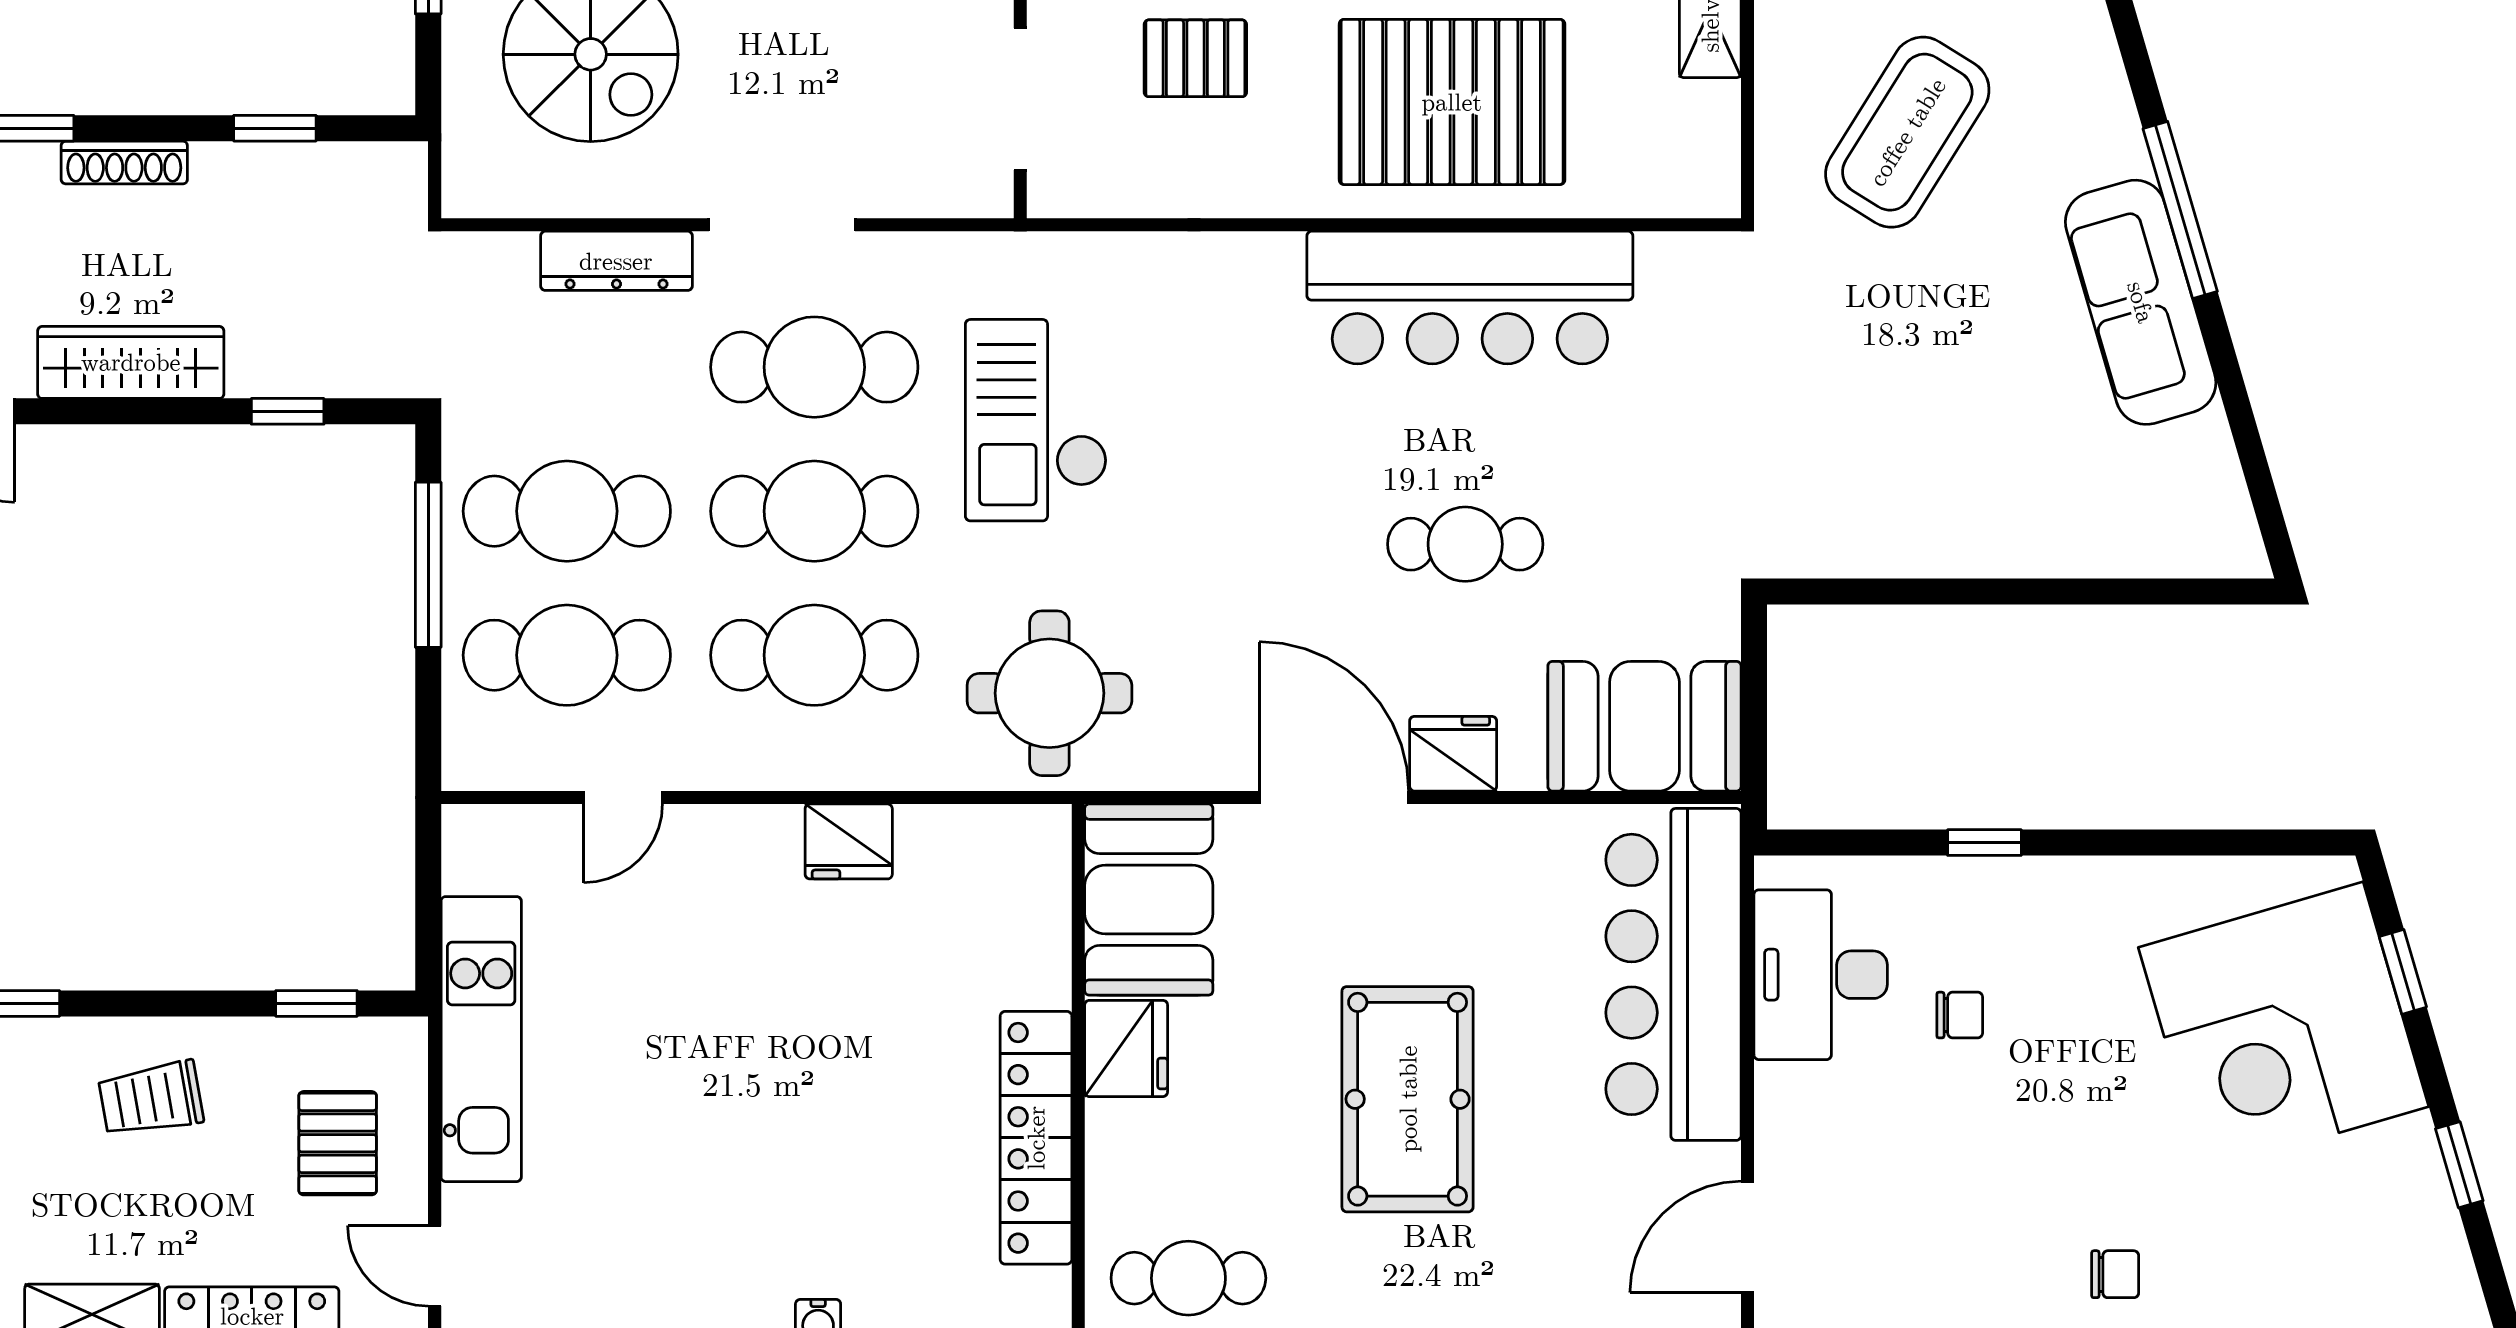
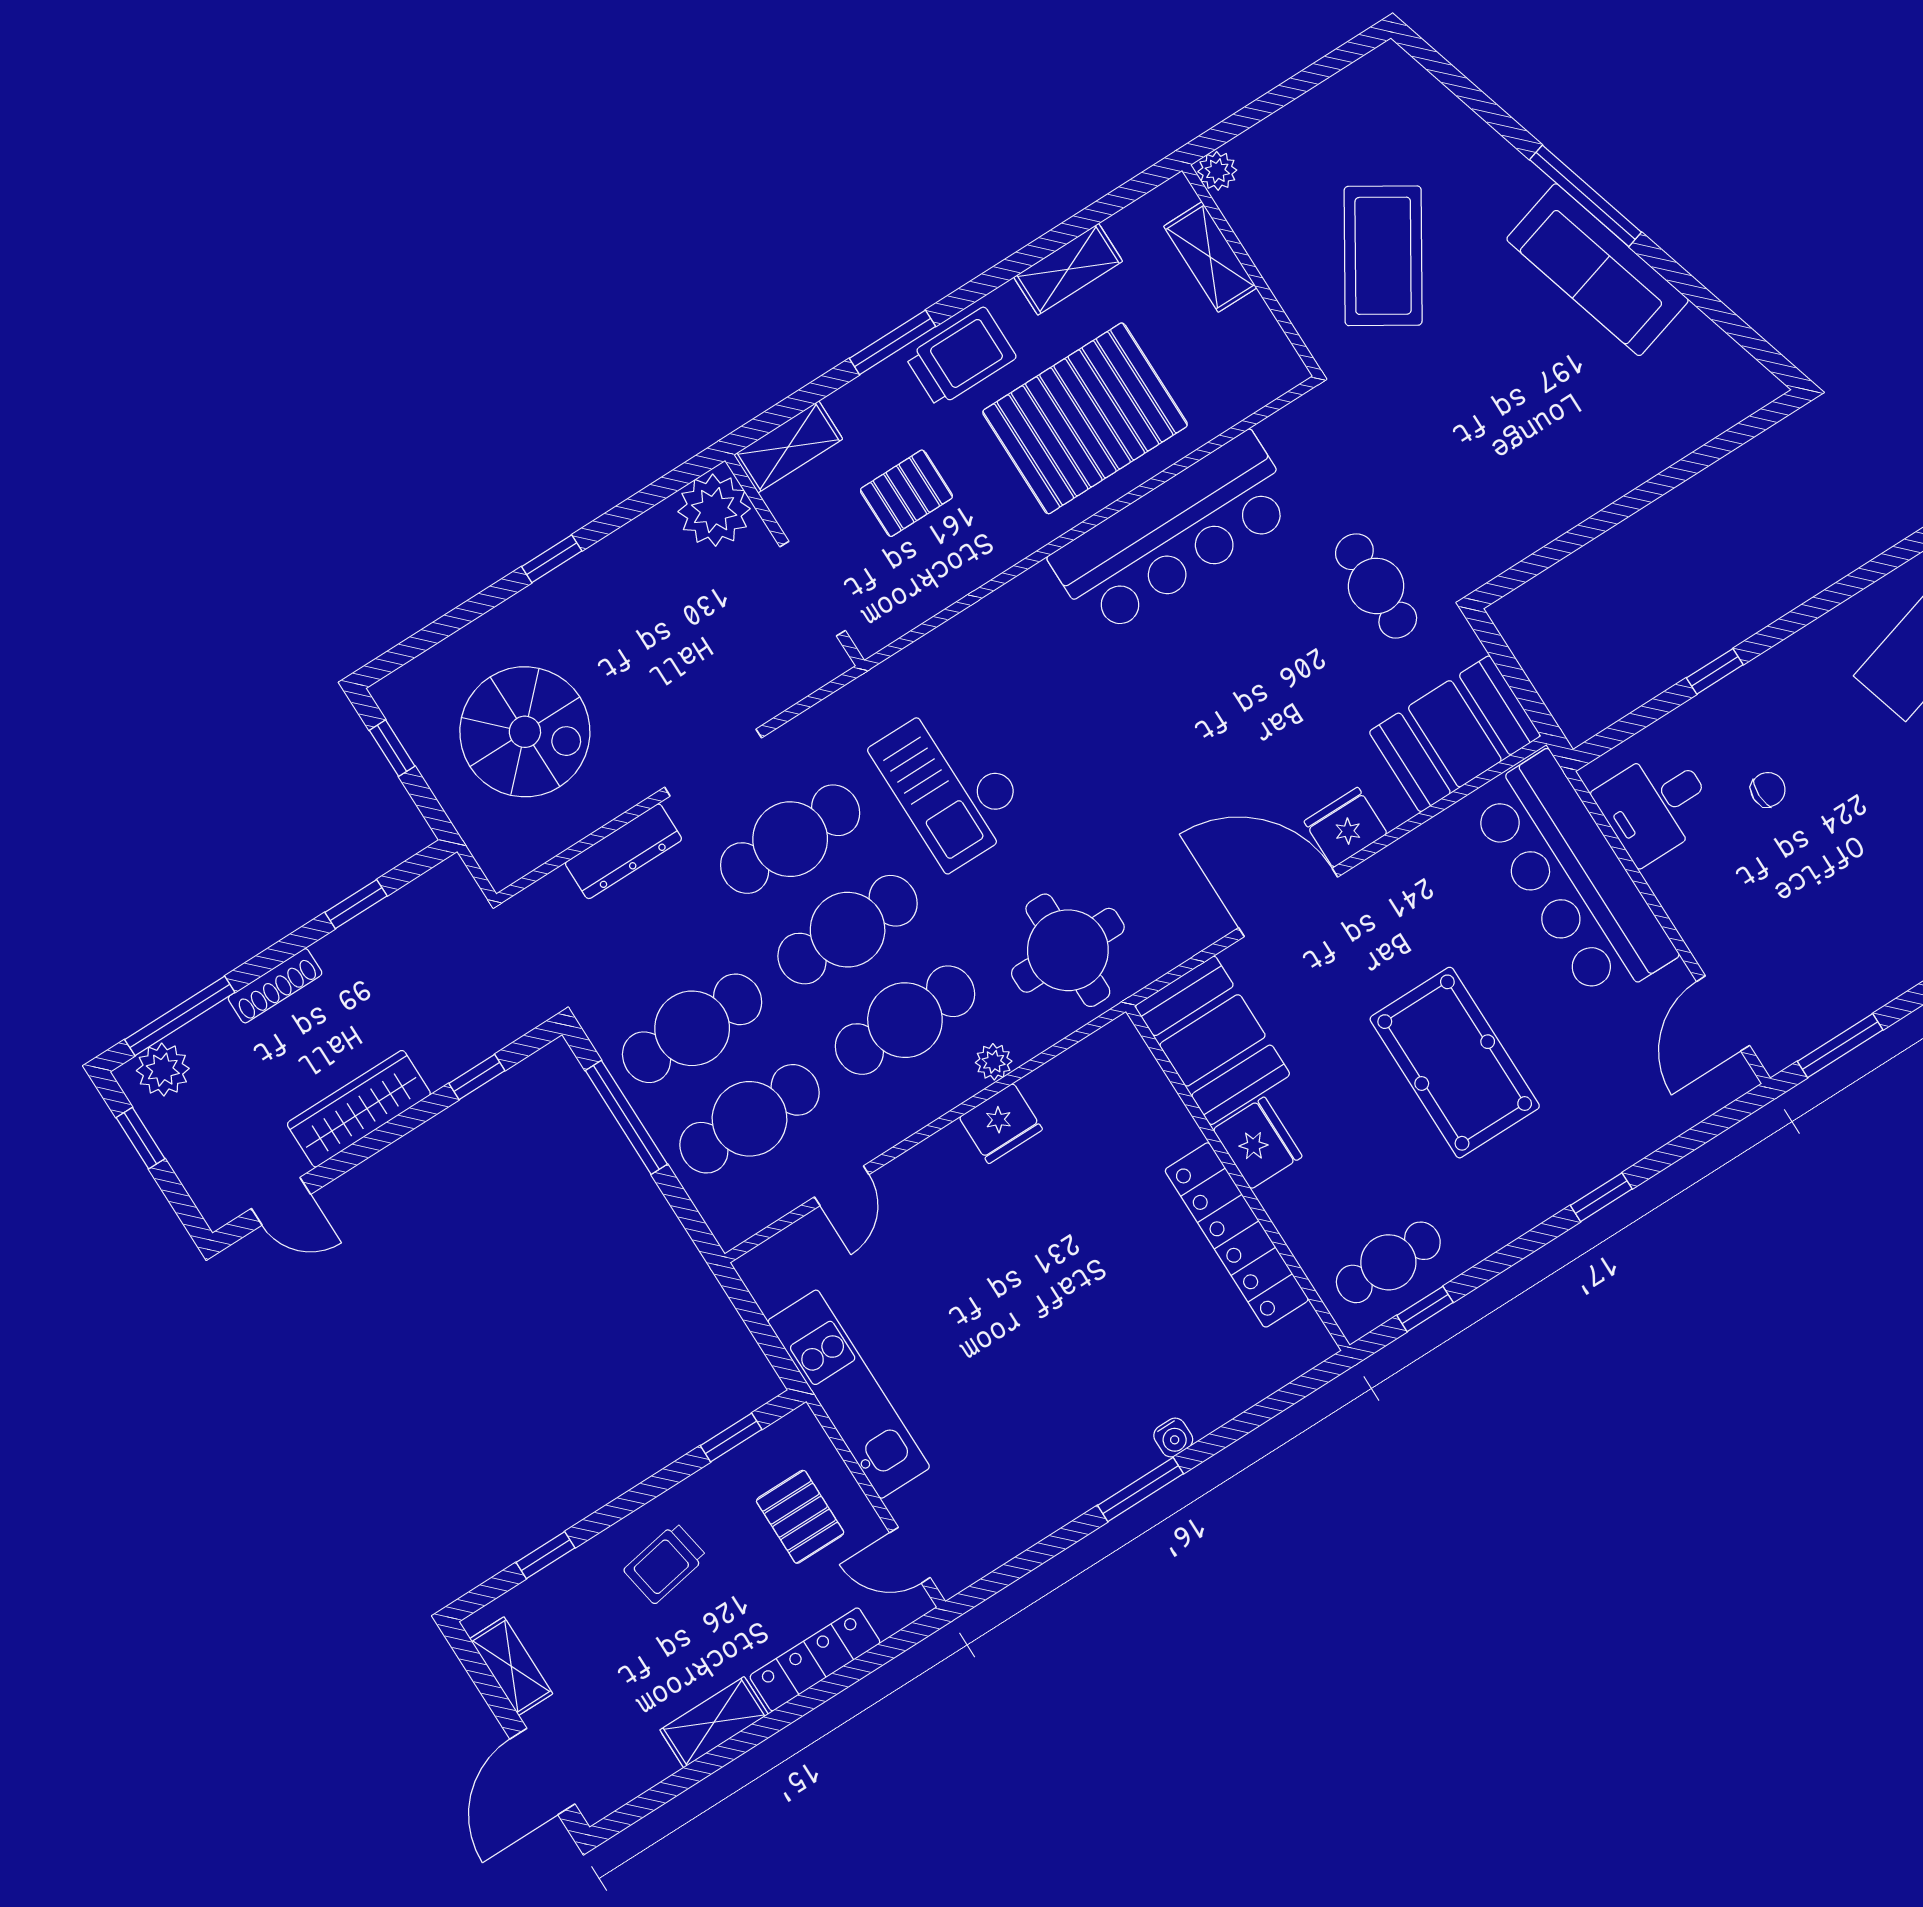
cafe table: (1465, 544) -> (1376, 586), moved, turned 90
plant: (885, 766) -> (994, 1062), added
desk: (1821, 975) -> (1655, 805), width x0.73

